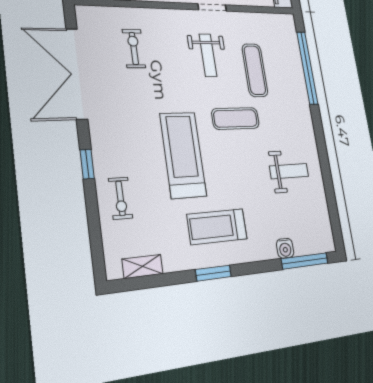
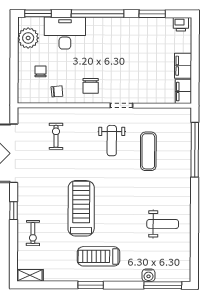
exercise mat: (235, 118) -> (126, 185), removed
shelving: (143, 266) -> (30, 275), moved

